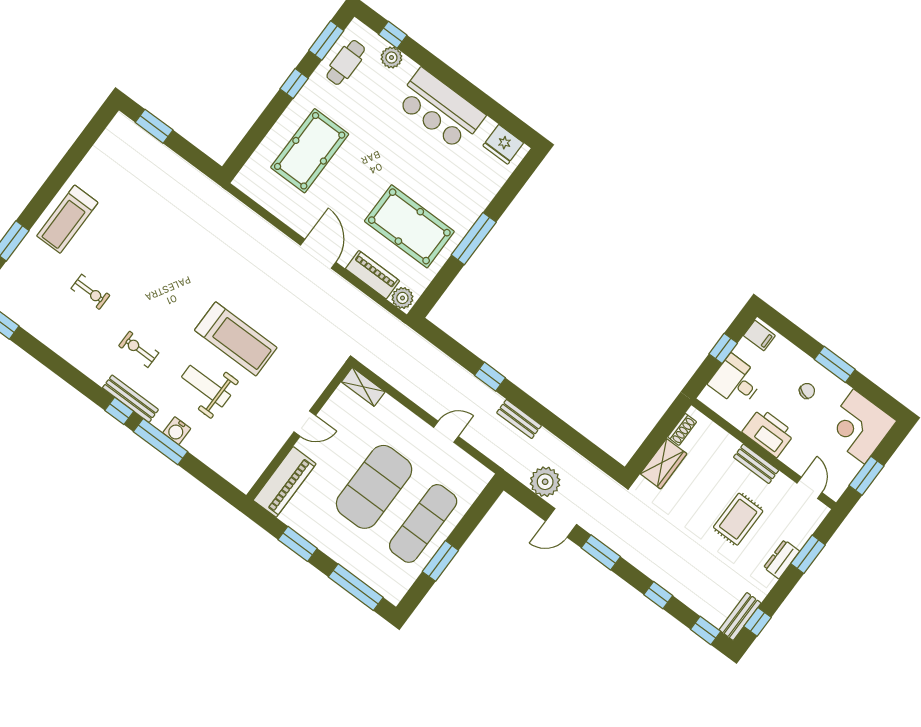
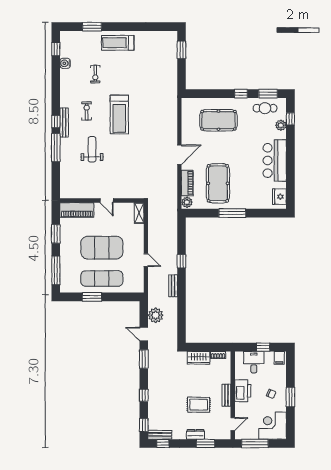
treadmill: (236, 339) -> (119, 115), moved
water cooler: (177, 431) -> (65, 63), moved
window: (867, 476) -> (255, 443), width x1.44

